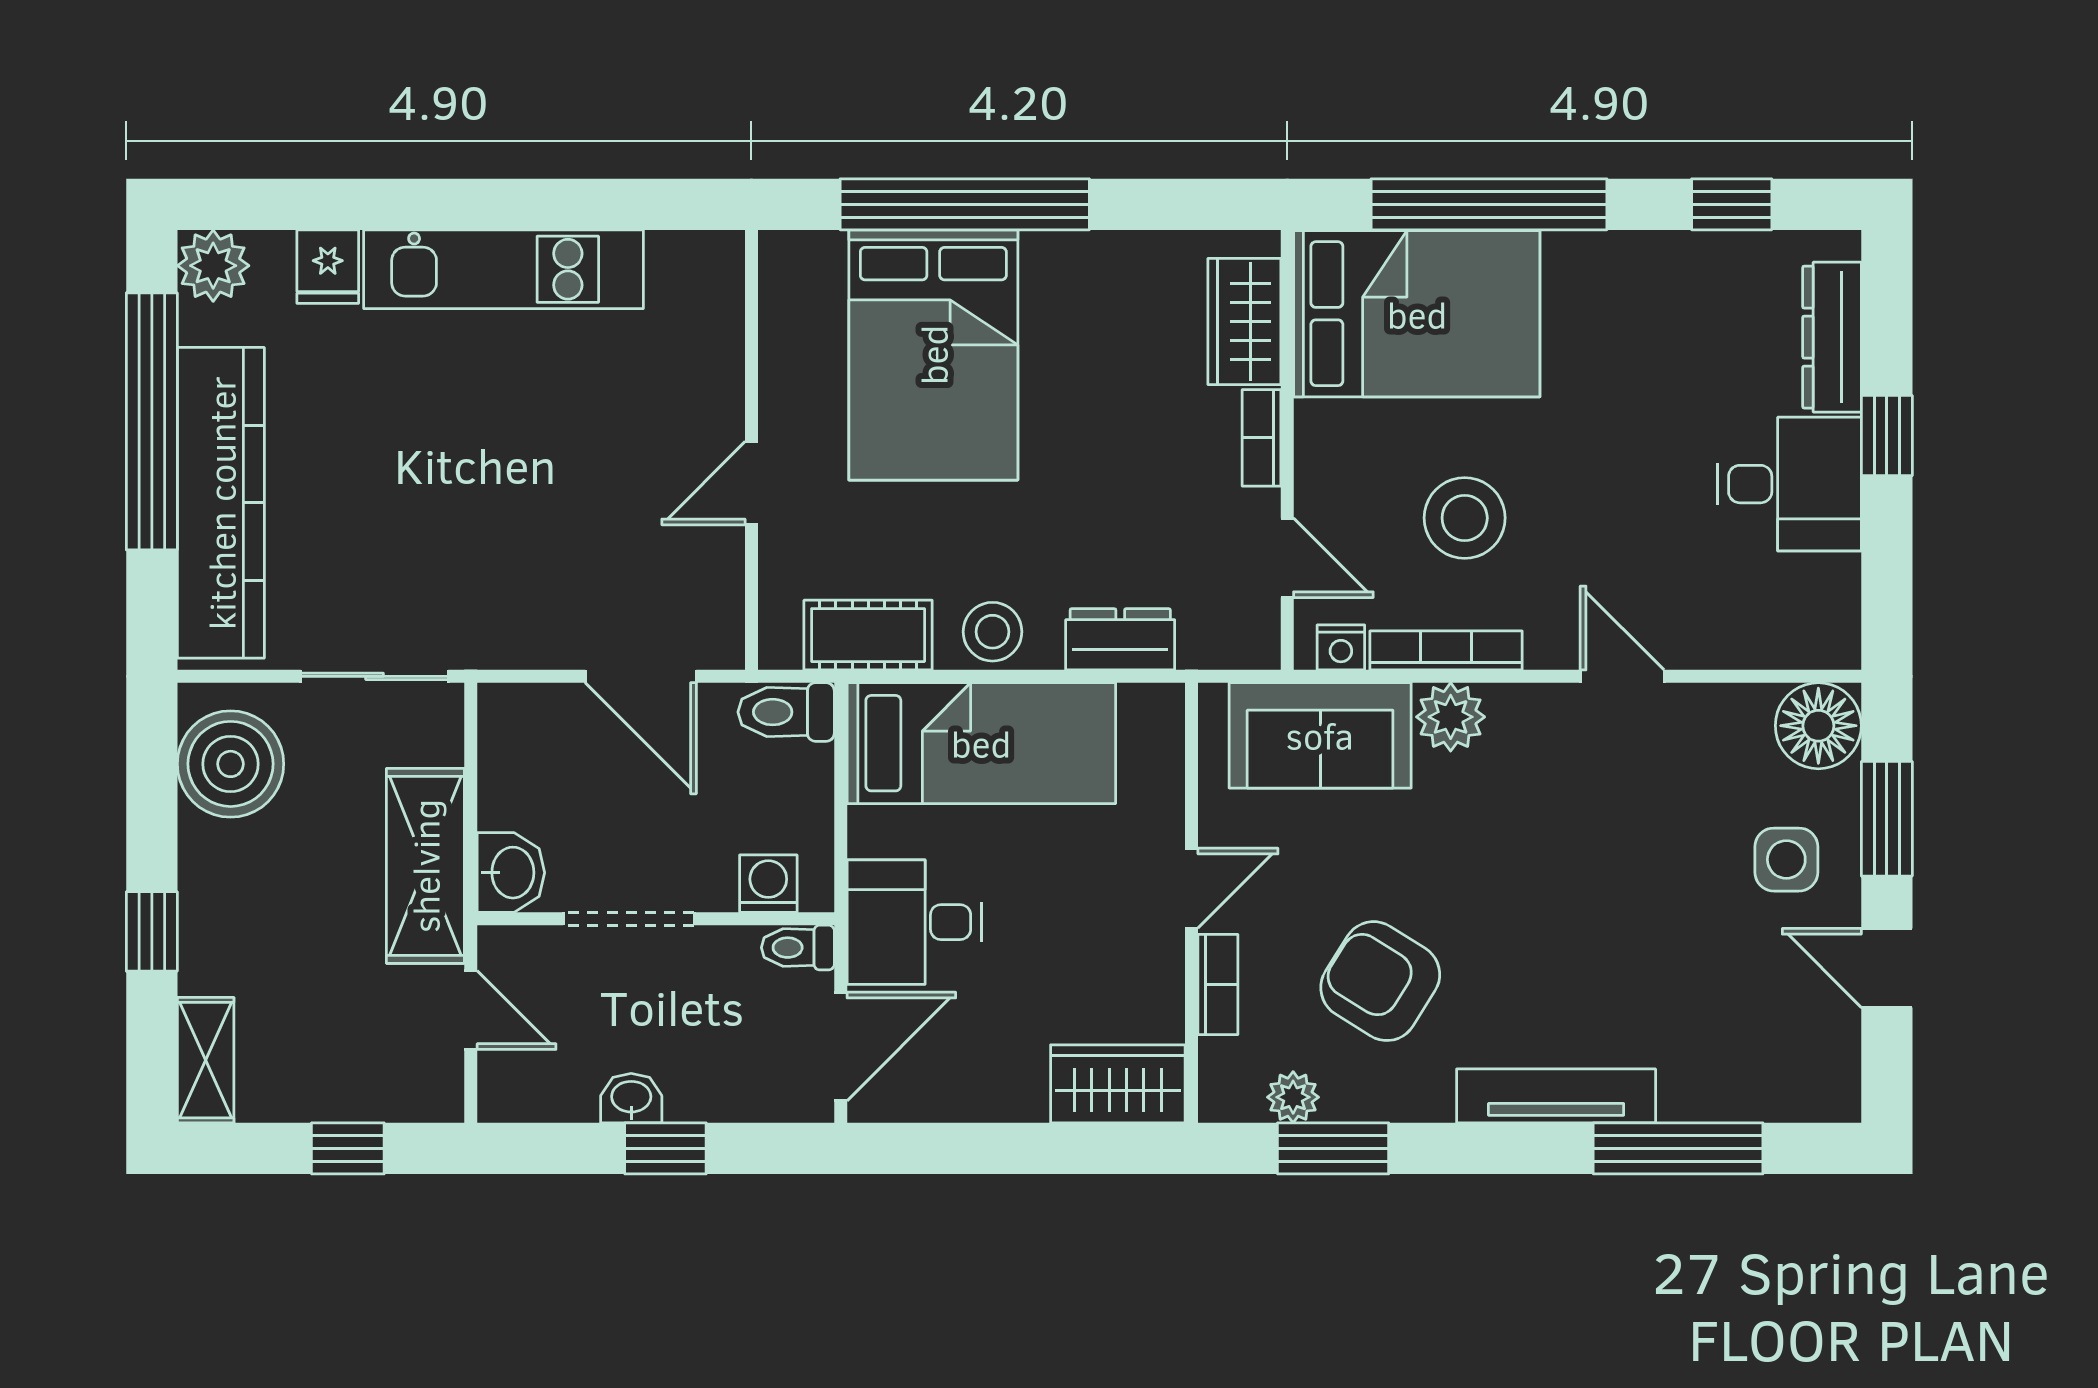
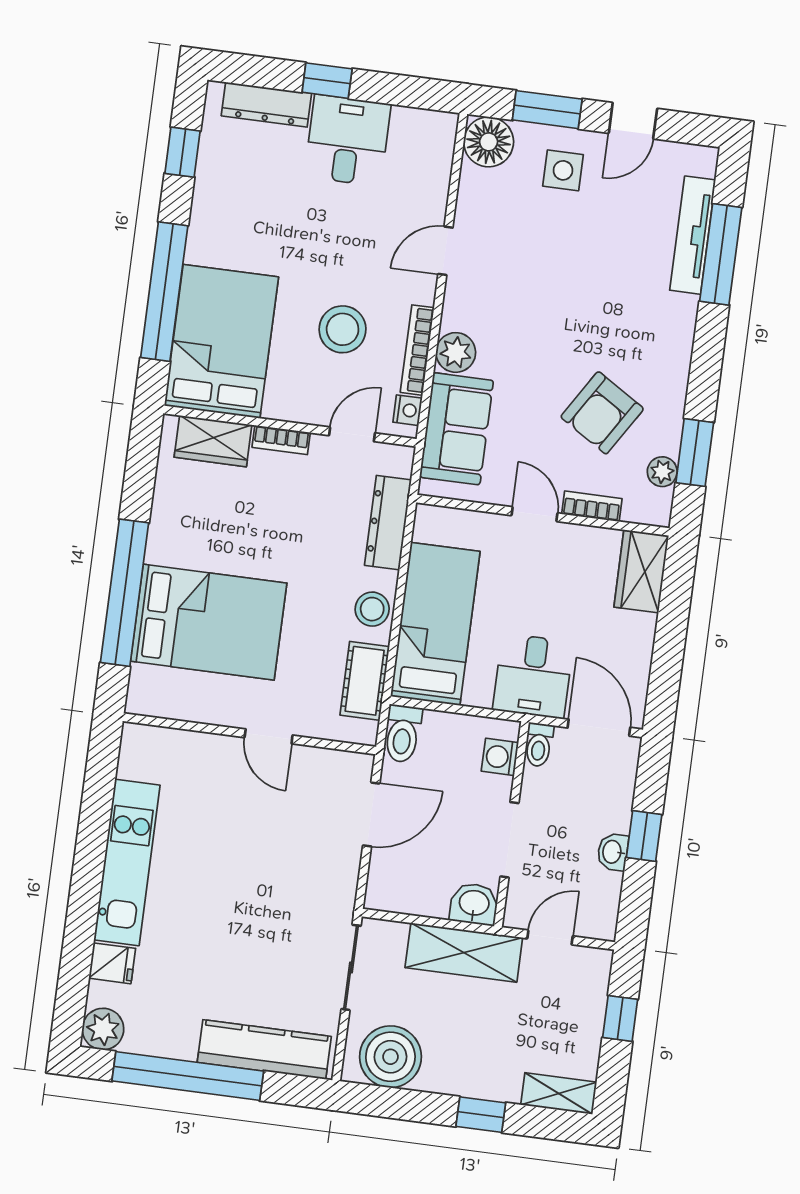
kitchen counter: (221, 503) -> (264, 1049), width x0.72, depth x0.86
dresser: (1120, 639) -> (388, 523), width x1.44
tv unit: (1556, 1096) -> (693, 235), moved

